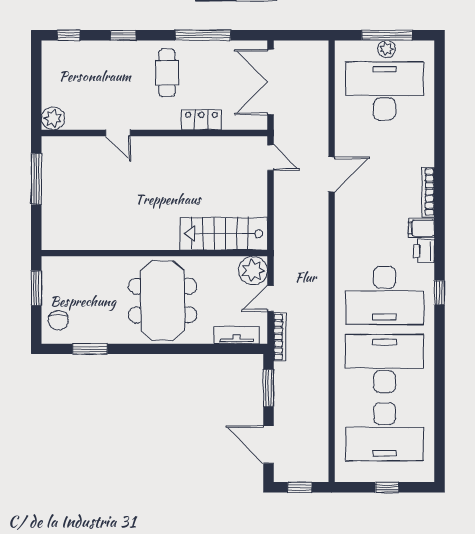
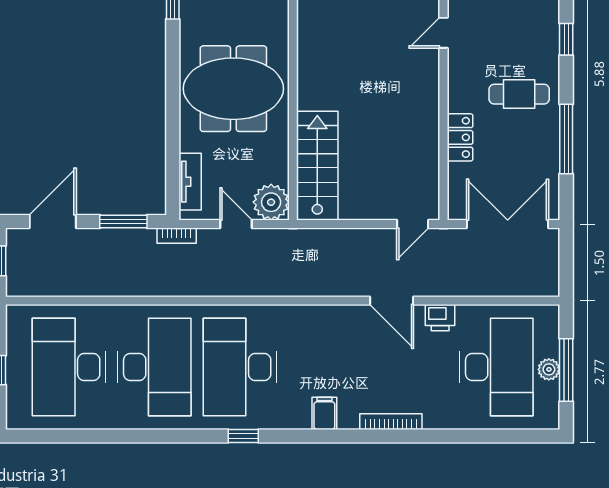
bookcase: (428, 192) -> (391, 422), moved
printer: (424, 251) -> (440, 318), moved, turned 180
bookcase: (280, 337) -> (177, 236), width x0.64

